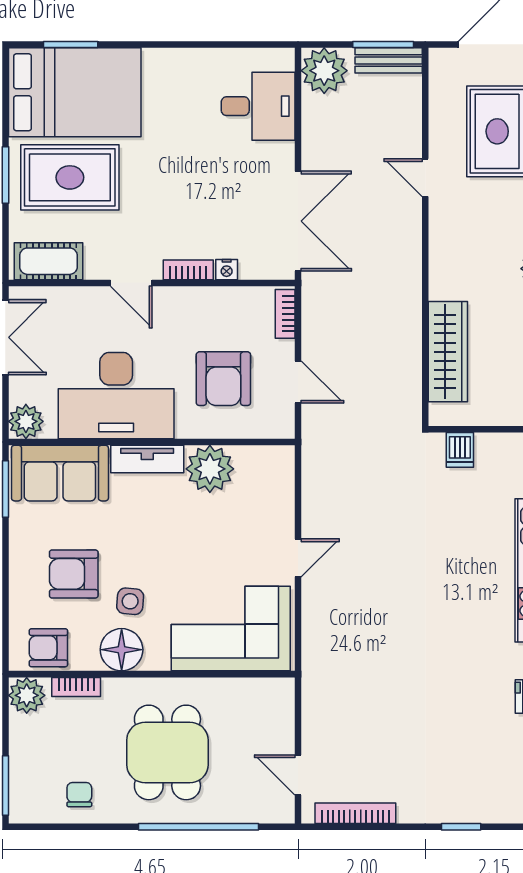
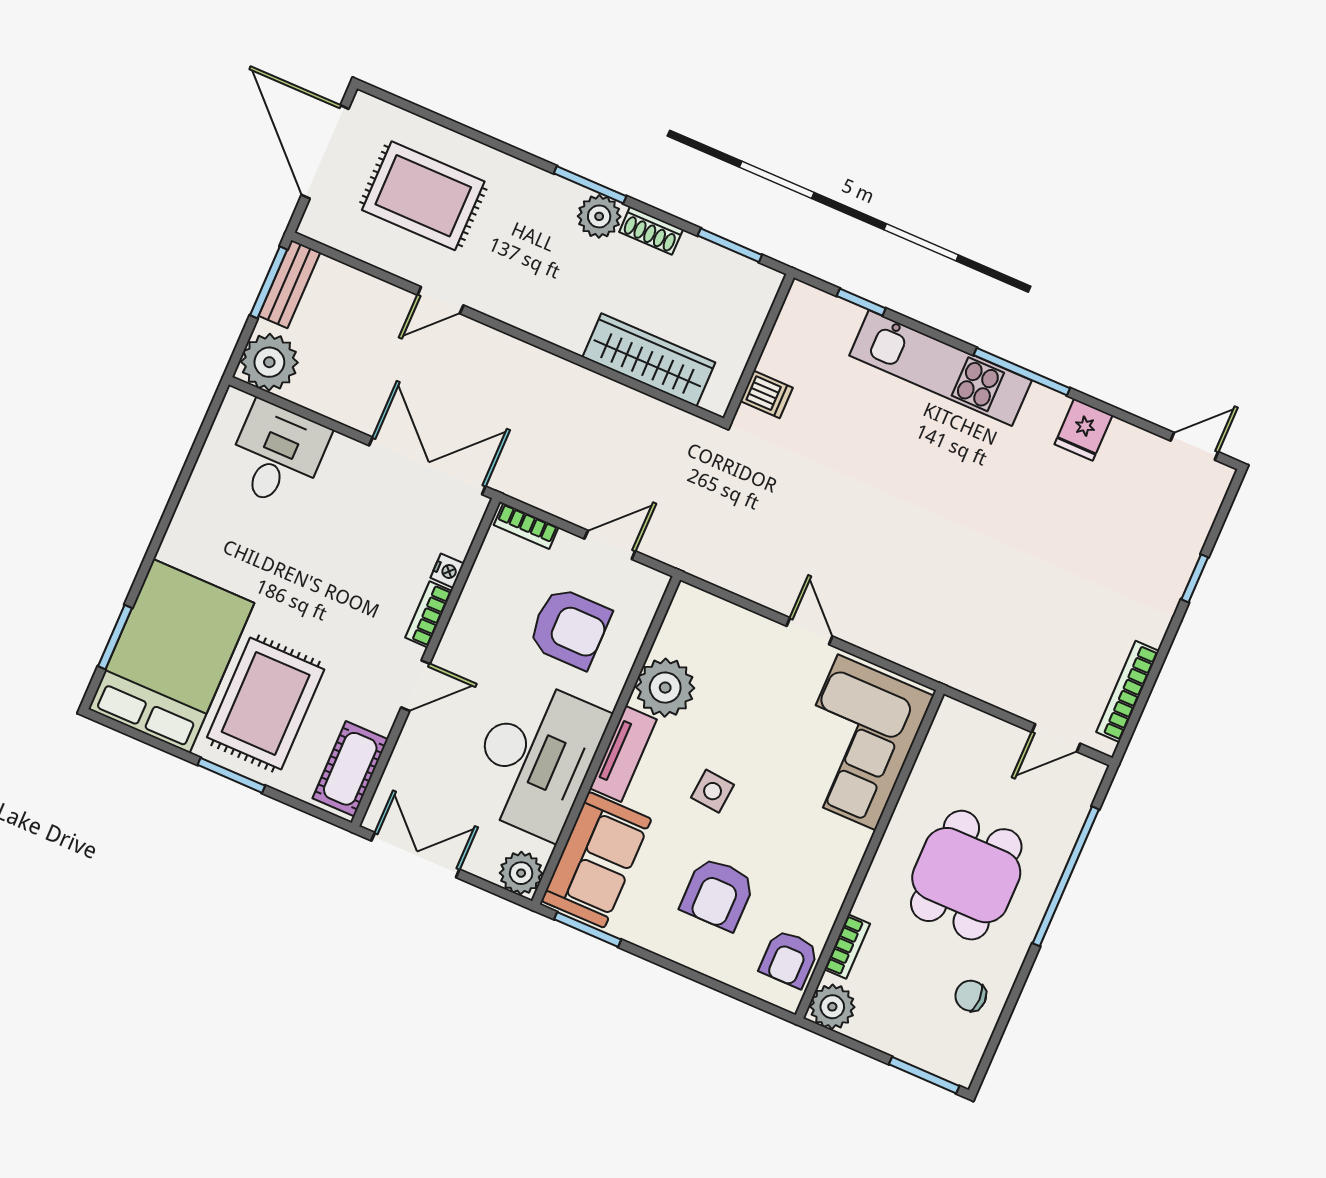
side table: (130, 601) -> (713, 791), moved
floor lamp: (122, 650) -> (827, 877), removed
dining table: (167, 752) -> (966, 875), turned 90

